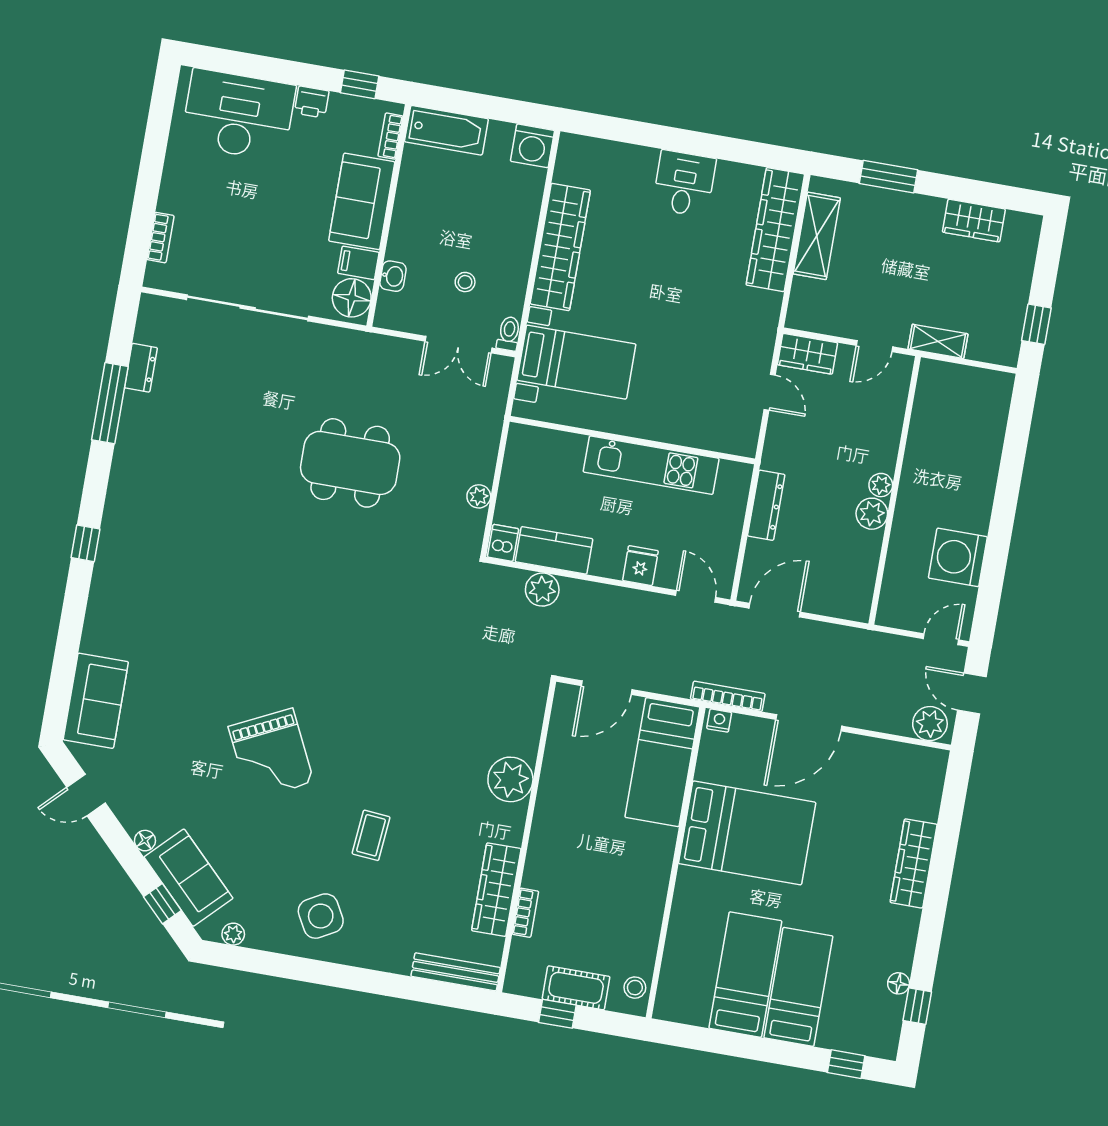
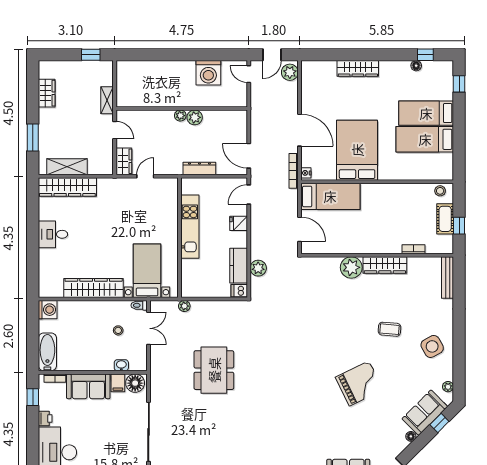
plant: (479, 496) -> (184, 306), moved
wardrobe: (496, 890) -> (385, 265), moved

